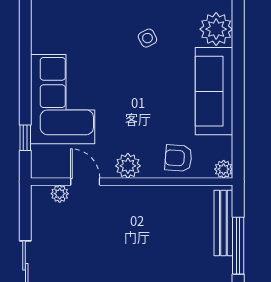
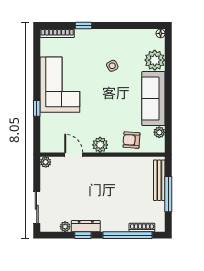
corner sofa: (63, 99) -> (60, 85), moved
window: (25, 138) -> (37, 108), moved
plant: (224, 169) -> (159, 132), moved
plant: (60, 194) -> (46, 162), moved

